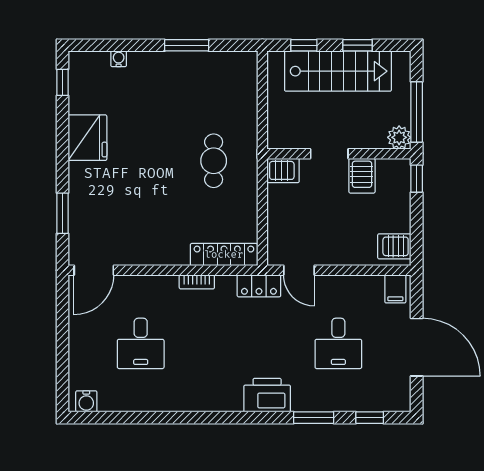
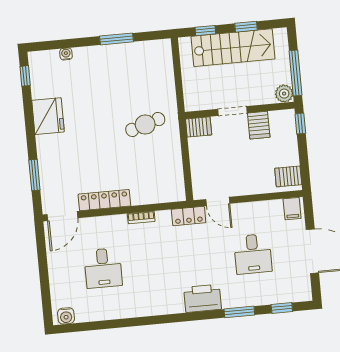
cafe table: (214, 161) -> (145, 124), turned 73
locker: (224, 255) -> (104, 200), moved

